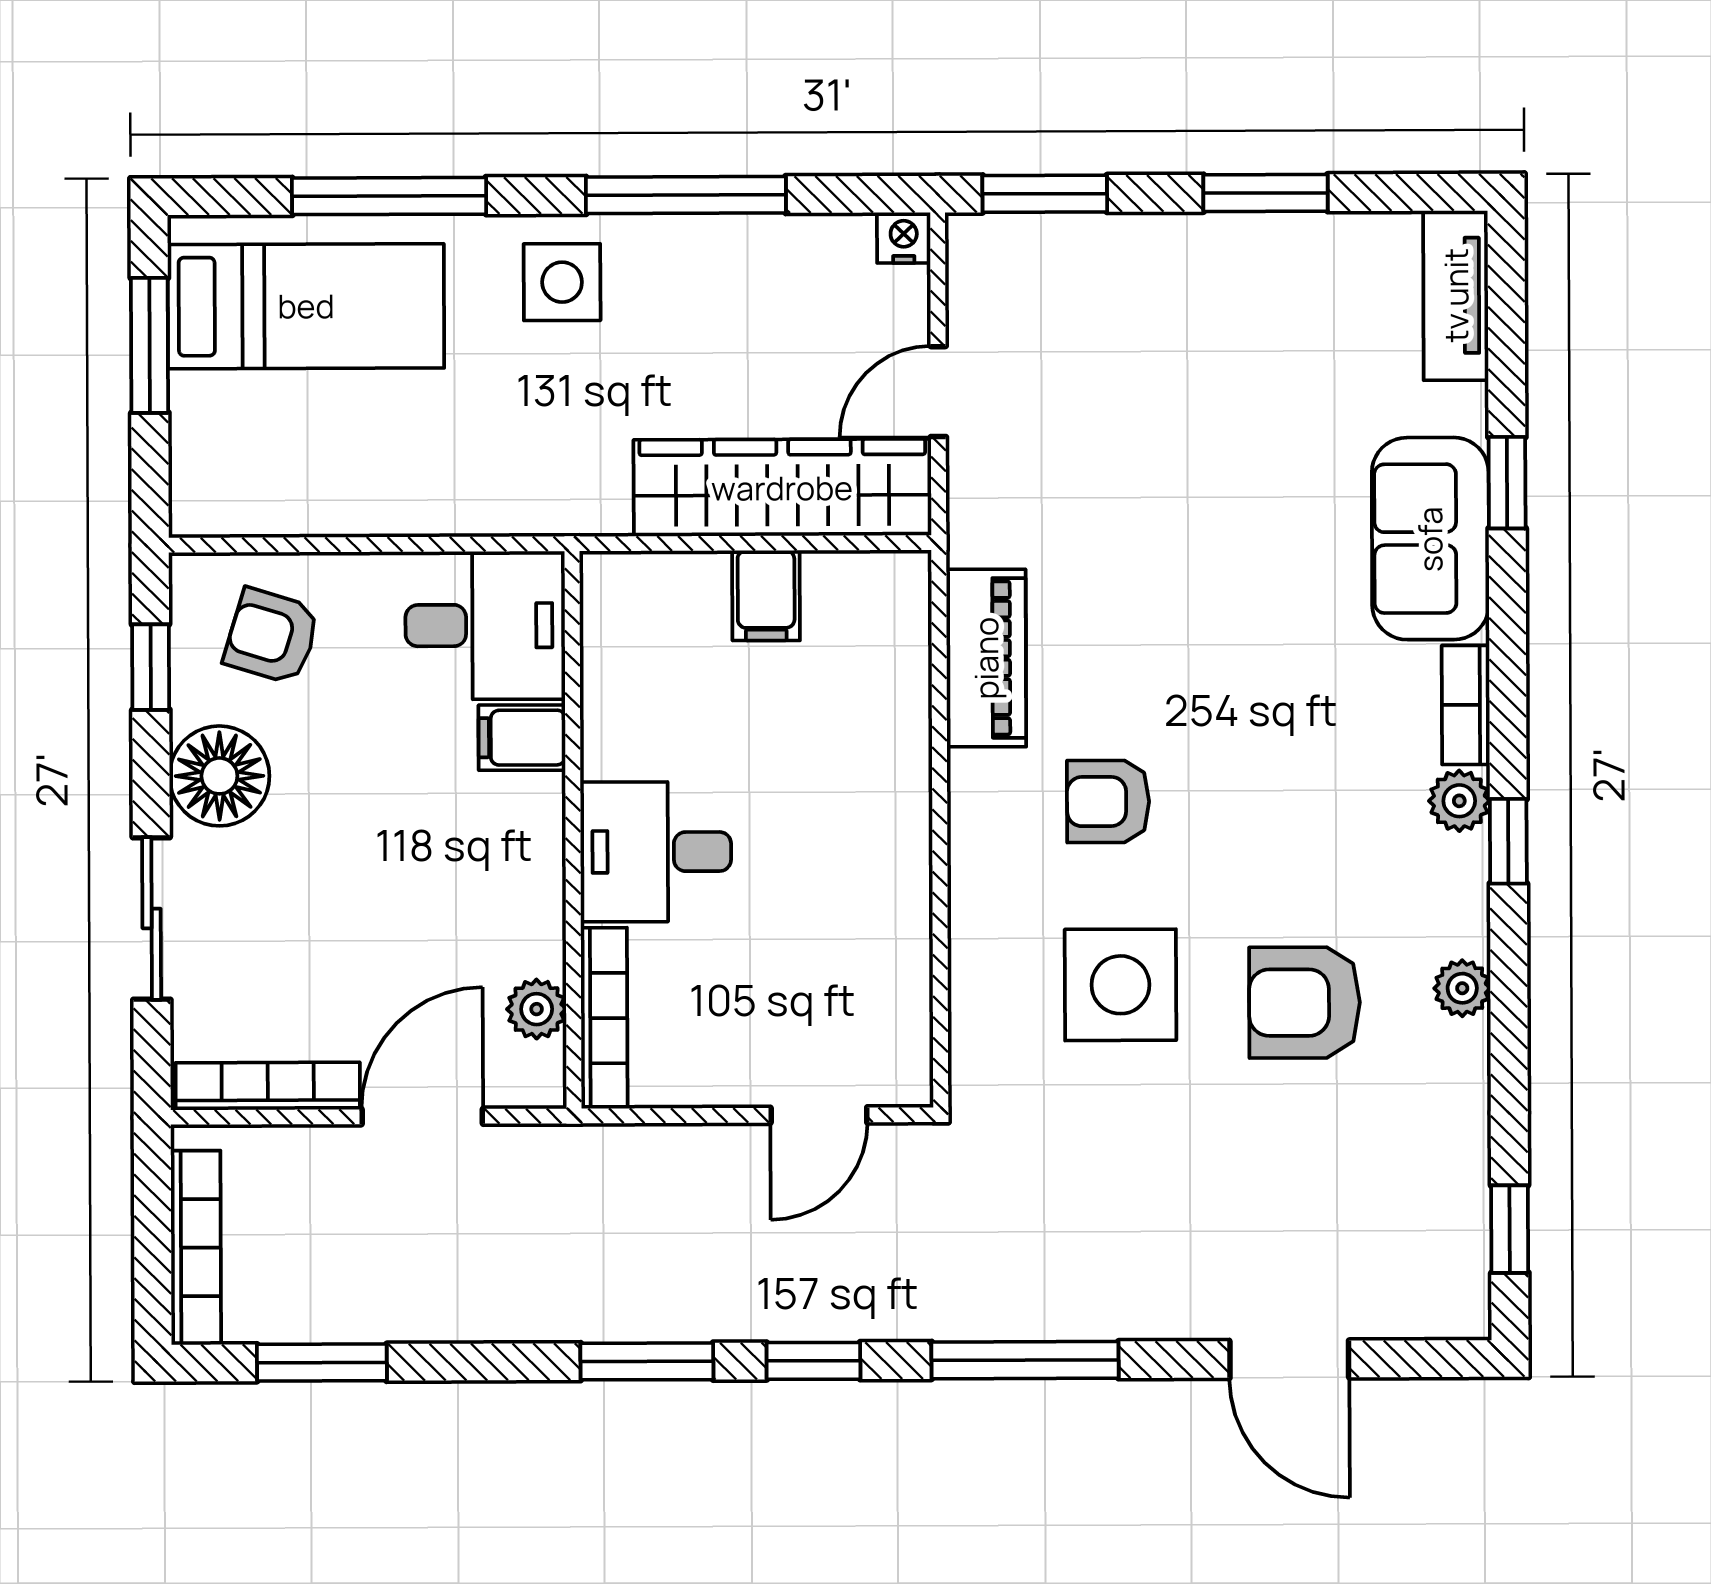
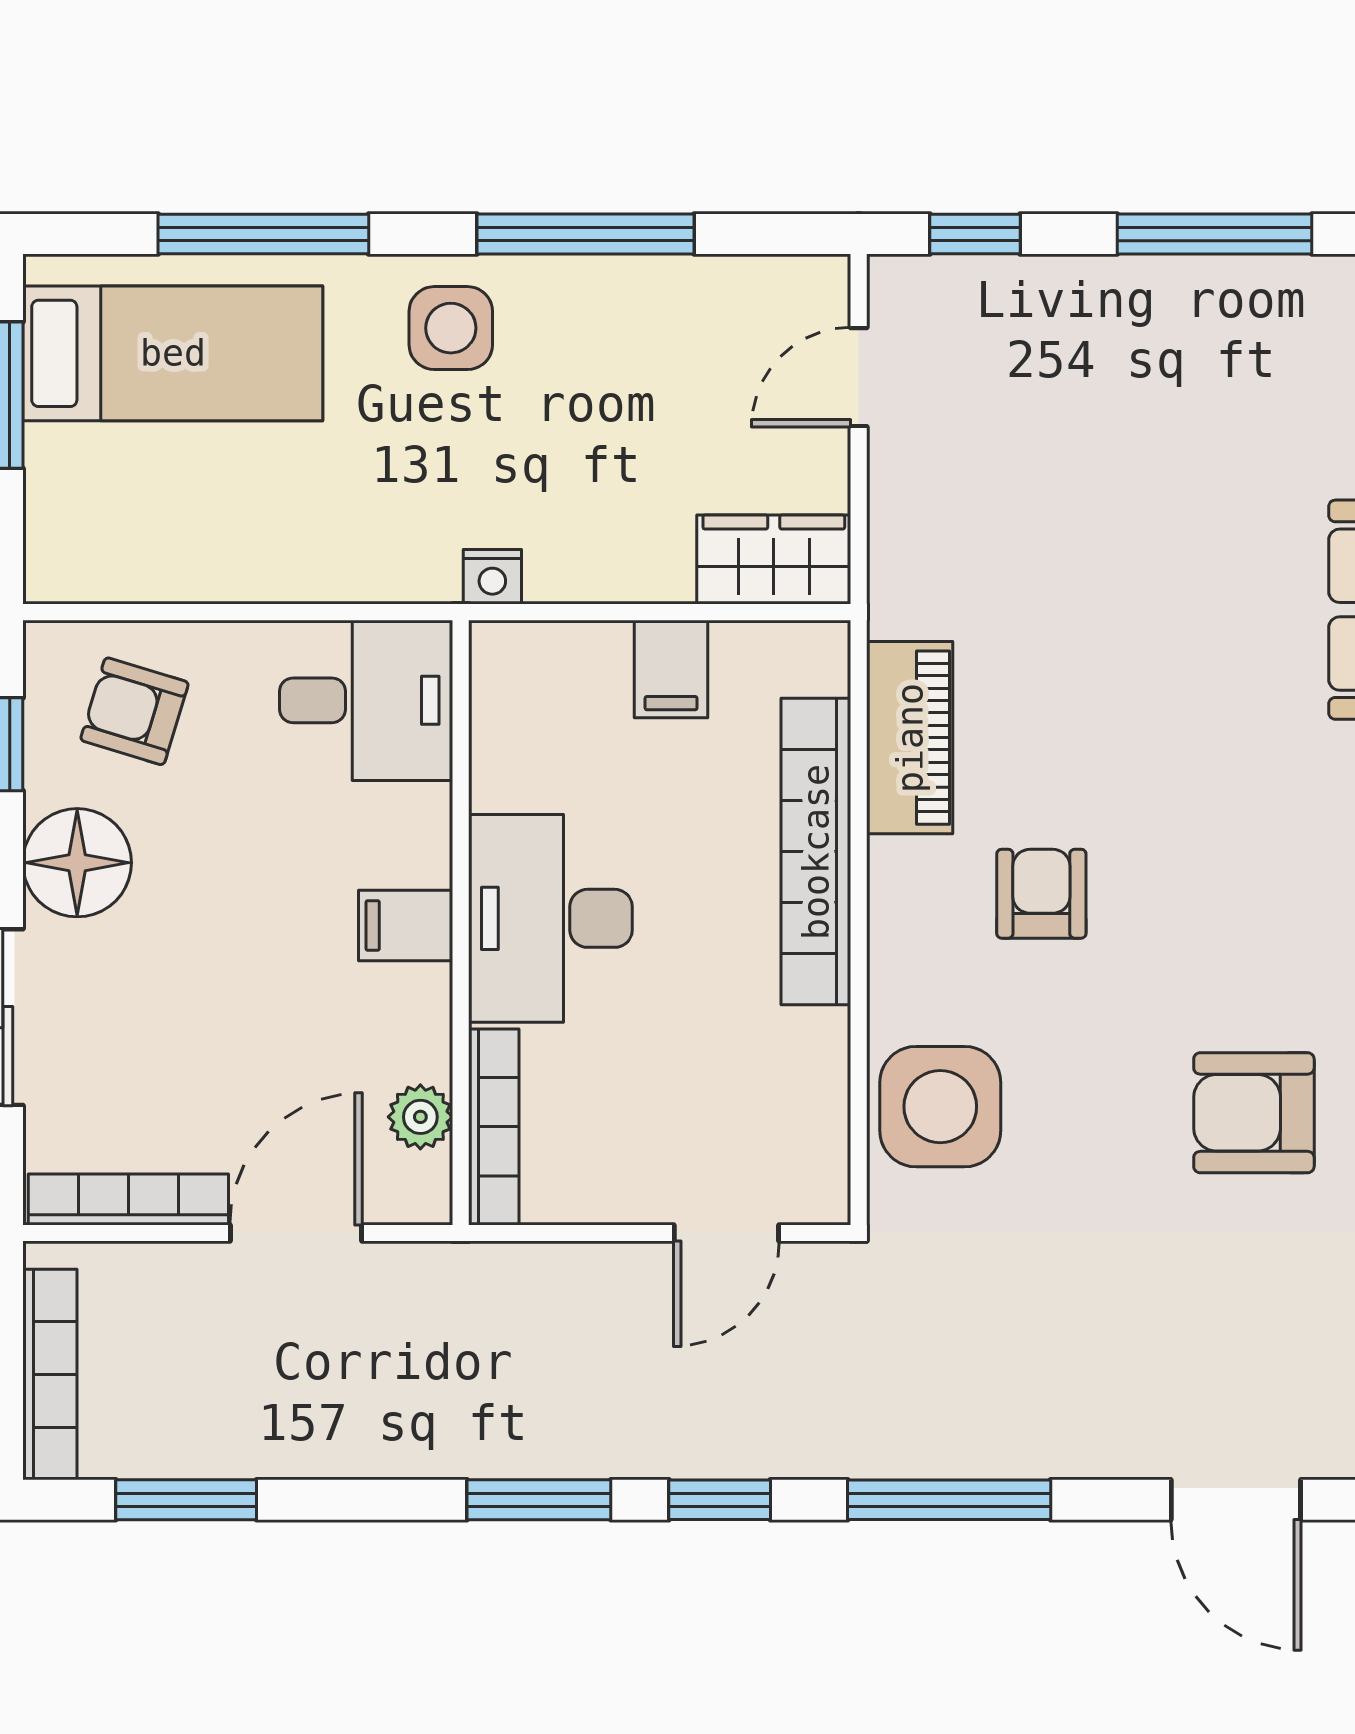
window: (1266, 193) -> (1215, 234), width x1.44
window: (1045, 194) -> (975, 234), width x0.67
nightstand: (904, 238) -> (492, 577), moved, turned 180
door: (938, 392) -> (859, 377), moved
wardrobe: (782, 488) -> (774, 560), width x0.48, depth x0.85
filing cabinet: (522, 738) -> (406, 925), moved
bookcase: (900, 763) -> (816, 852), added
armchair: (1108, 801) -> (1041, 894), turned 90
desk: (656, 852) -> (550, 918), width x1.37
side table: (1120, 985) -> (940, 1107), moved

